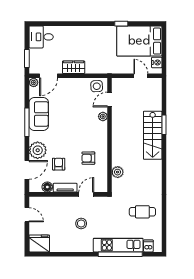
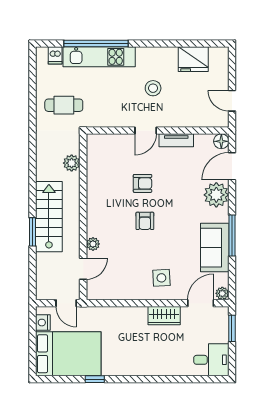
side table: (97, 86) -> (161, 278), moved
door: (110, 99) -> (83, 269), moved
plant: (103, 116) -> (93, 244), moved
wall: (110, 135) -> (83, 217), moved
armchair: (59, 164) -> (145, 221), moved
plant: (118, 172) -> (72, 163), moved
floor lamp: (47, 187) -> (221, 141), moved
fridge: (39, 243) -> (193, 59), moved

